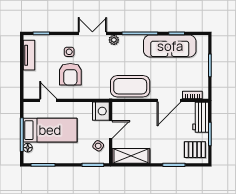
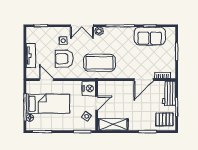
double door: (92, 33) -> (82, 26), swing flipped
sofa: (170, 46) -> (150, 36), width x0.73
tv unit: (29, 55) -> (31, 56), moved
armchair: (70, 74) -> (64, 59), turned 90
coffee table: (130, 86) -> (99, 63), moved

